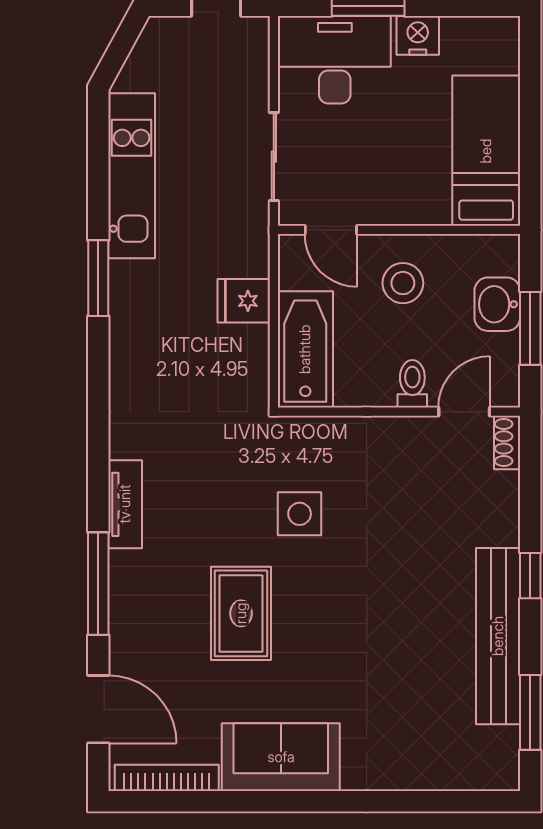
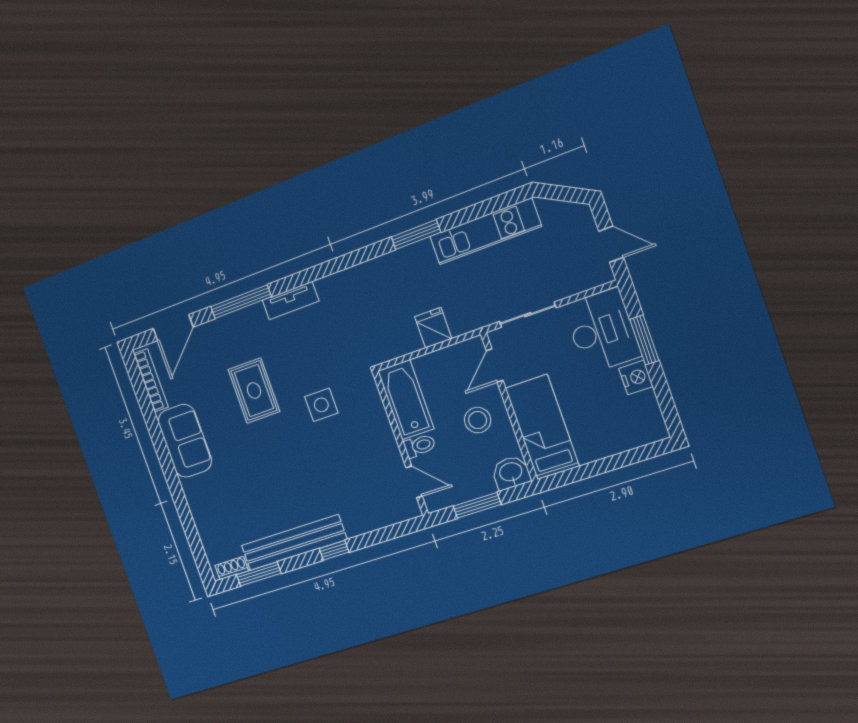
bed: (486, 151) -> (542, 427), moved, turned -90
washbasin: (497, 304) -> (511, 473), moved
bathtub: (305, 349) -> (406, 400), moved, turned -90
shoe rack: (507, 442) -> (232, 568), moved
rug: (241, 613) -> (254, 391), turned 90

